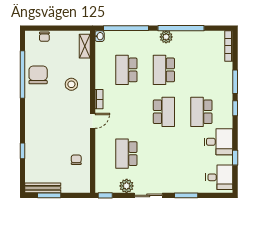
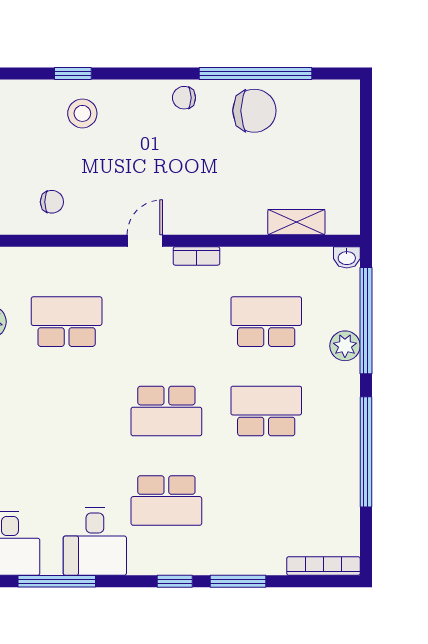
chair: (44, 37) -> (184, 98), moved
plant: (166, 37) -> (345, 346), moved
shelving: (85, 46) -> (296, 222), moved
stool: (71, 84) -> (82, 113), moved
school desk: (201, 112) -> (166, 500), turned 180
door: (93, 121) -> (145, 241), swing flipped
window: (235, 158) -> (57, 581), width x2.17

